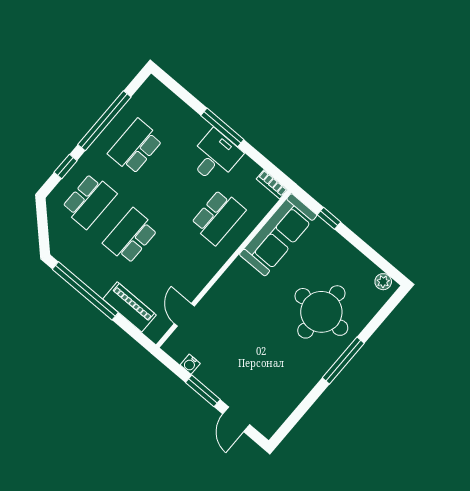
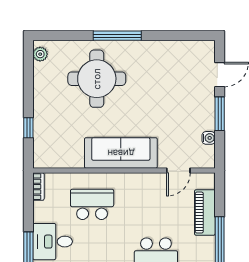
sofa: (278, 235) -> (121, 153), moved

